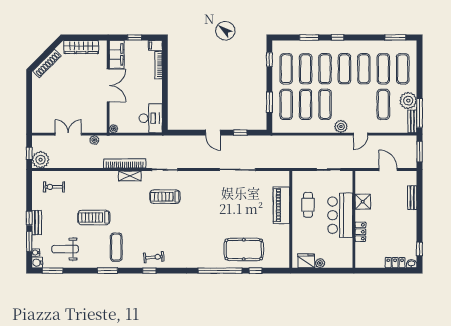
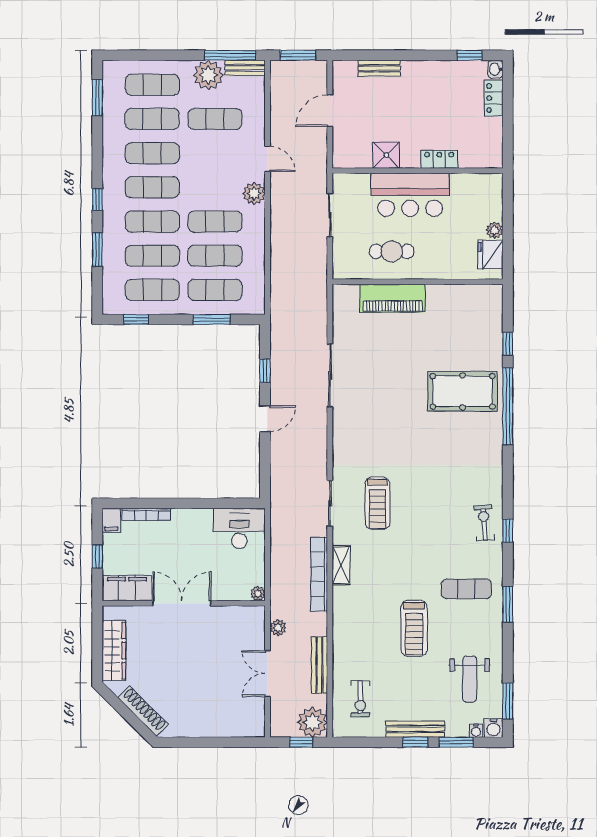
bench: (73, 164) -> (320, 665), added
bench: (37, 223) -> (415, 729), width x1.36
pool table: (244, 249) -> (463, 391), moved, turned 90

